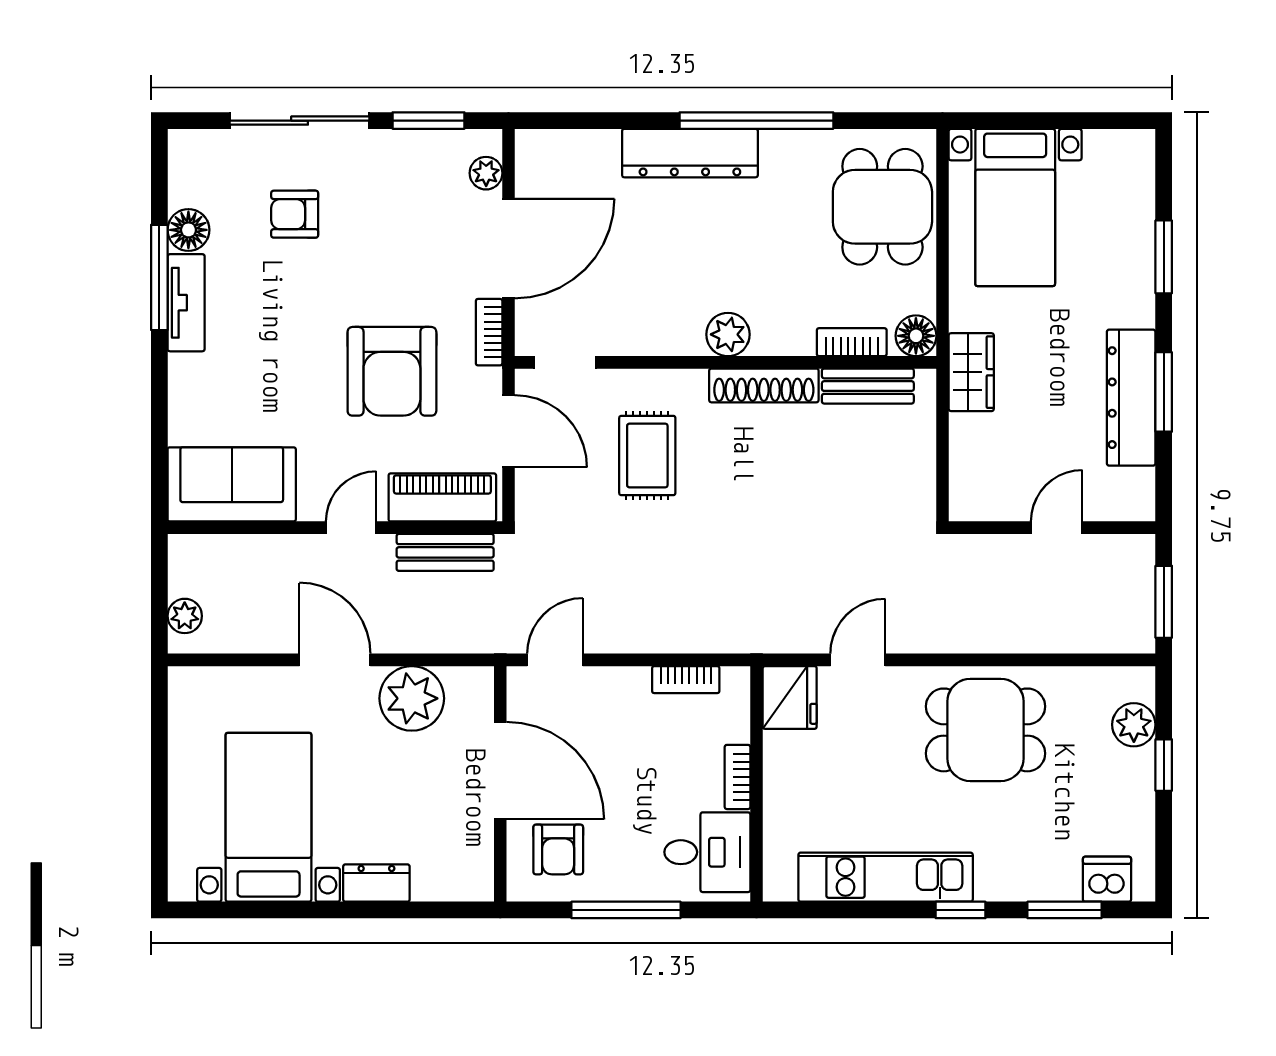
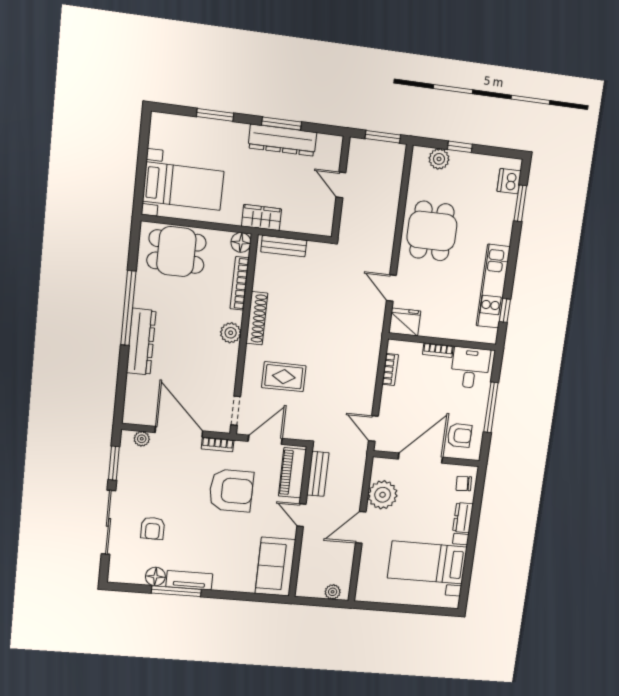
bookcase: (852, 342) -> (240, 283), width x1.56
bench: (868, 386) -> (284, 246), moved, turned 90
chair: (453, 874) -> (464, 484), added
window: (961, 910) -> (505, 310), moved

